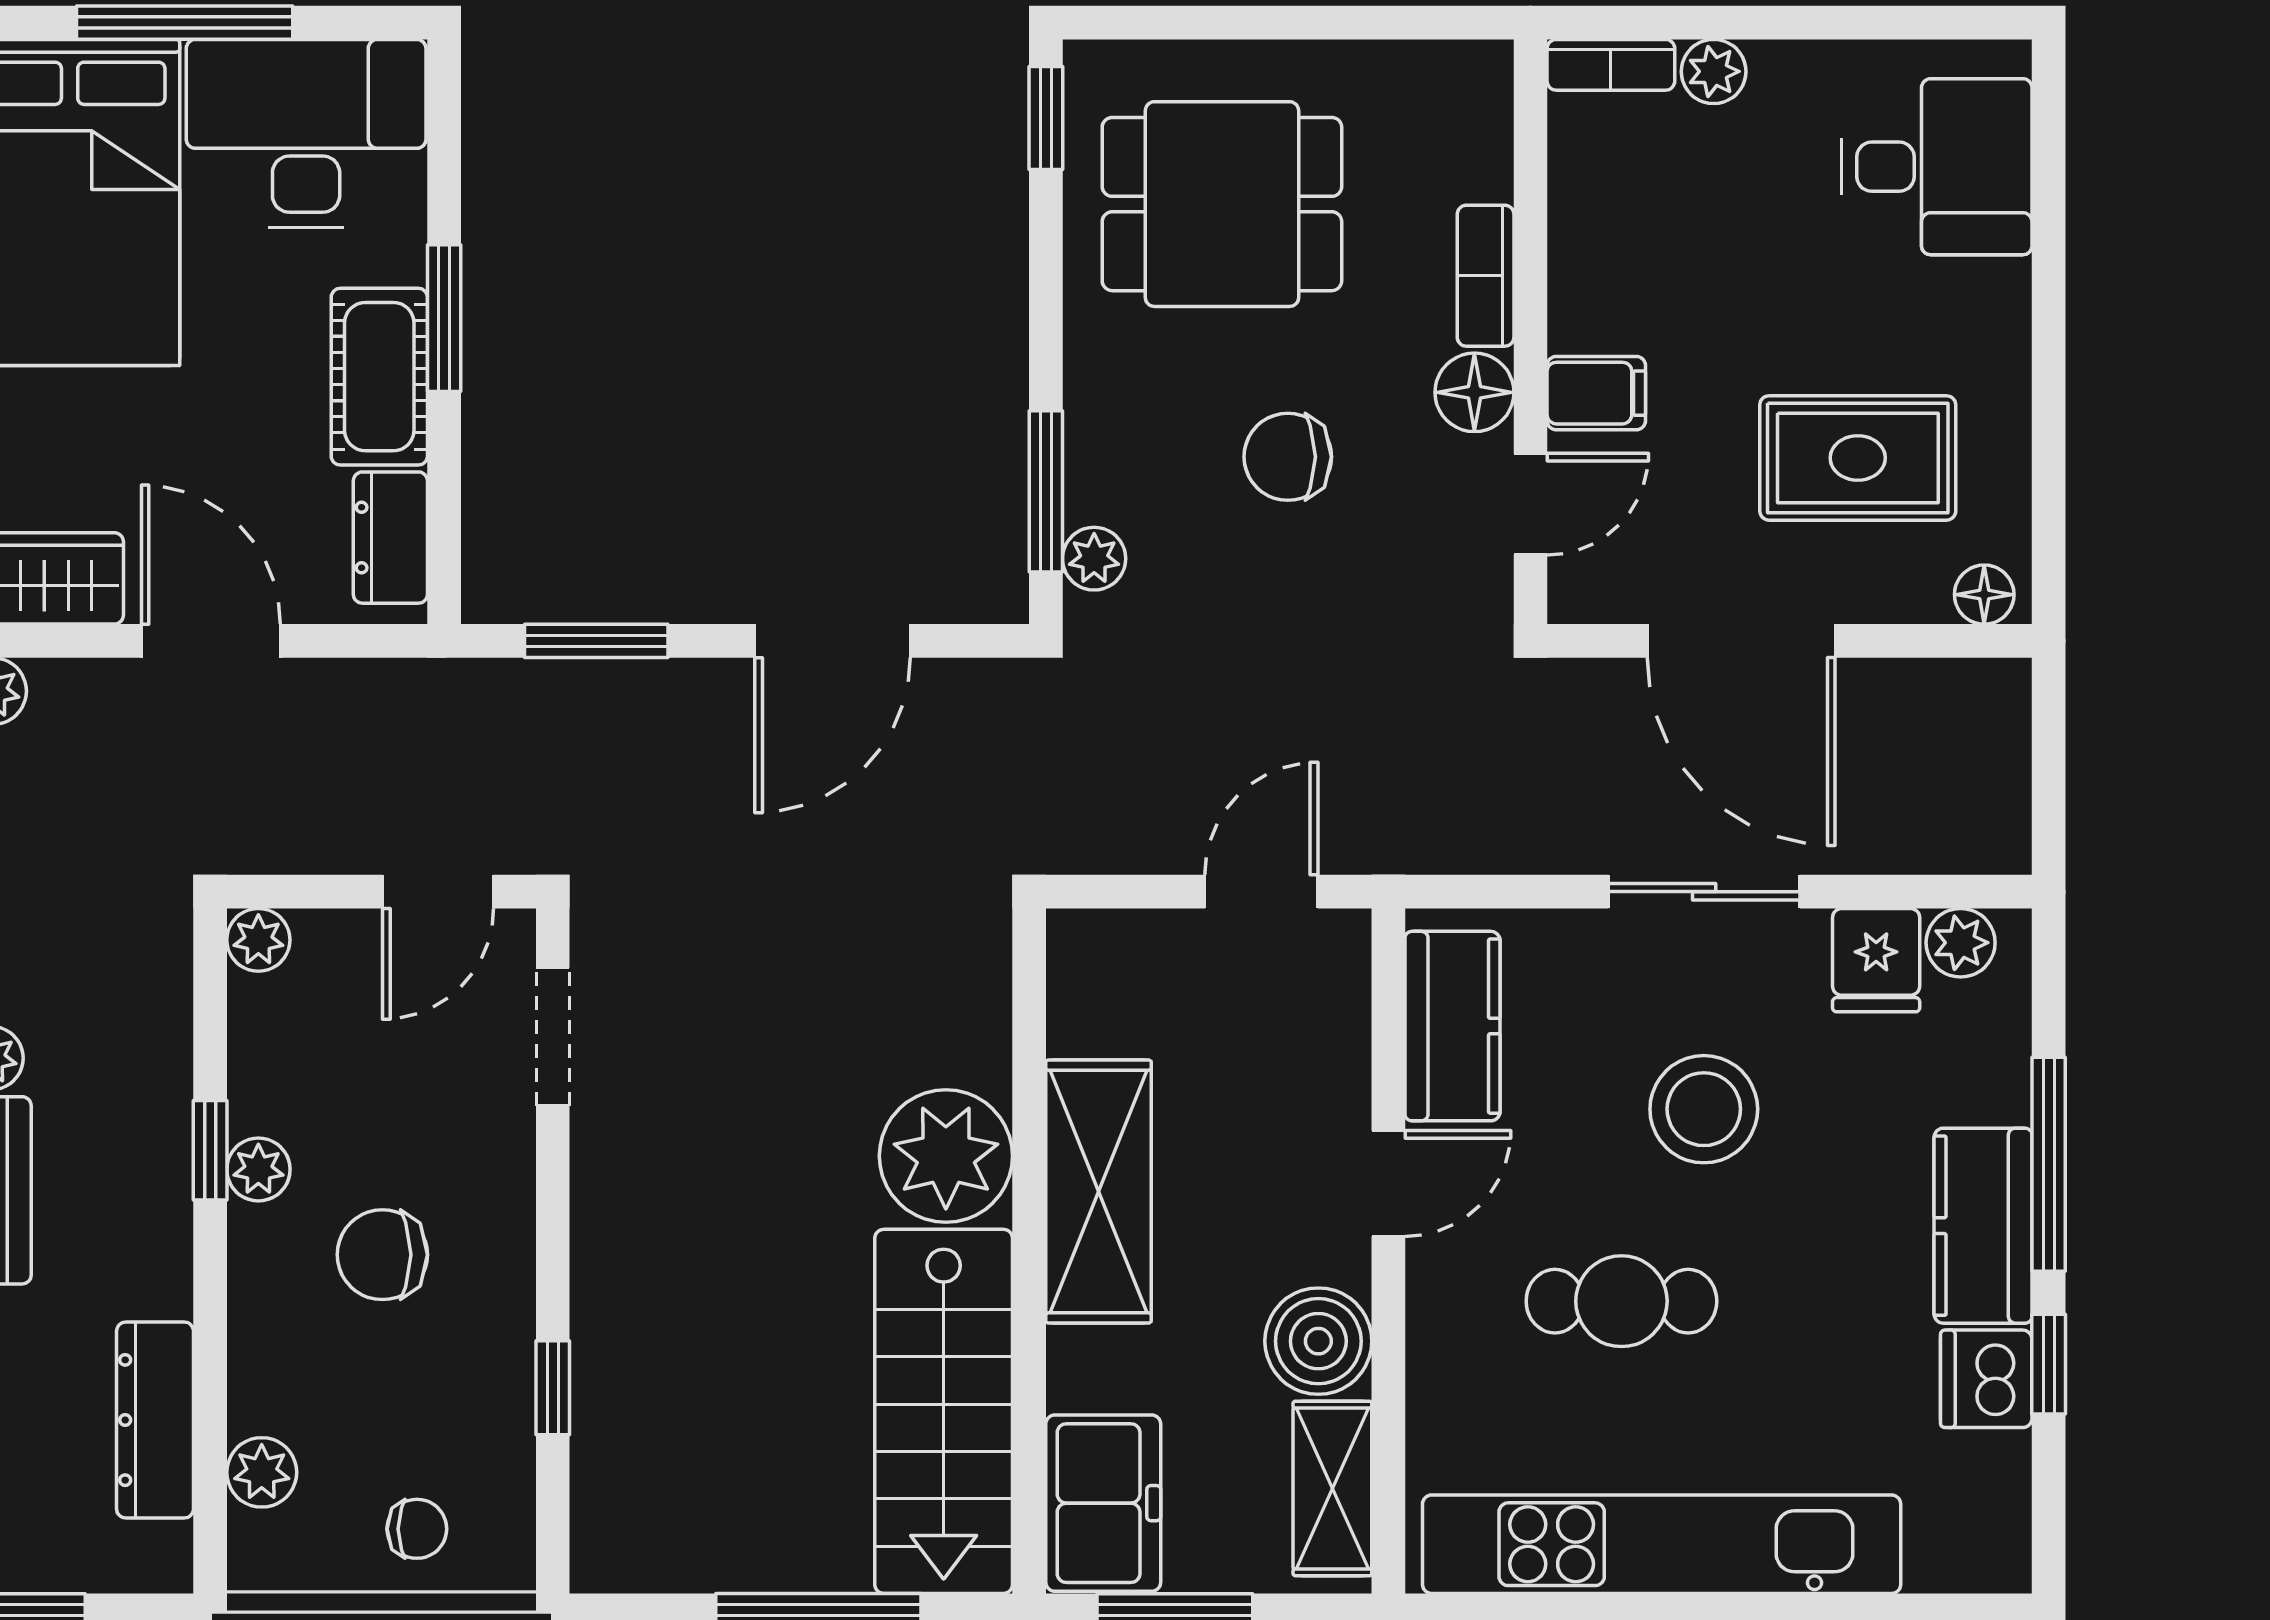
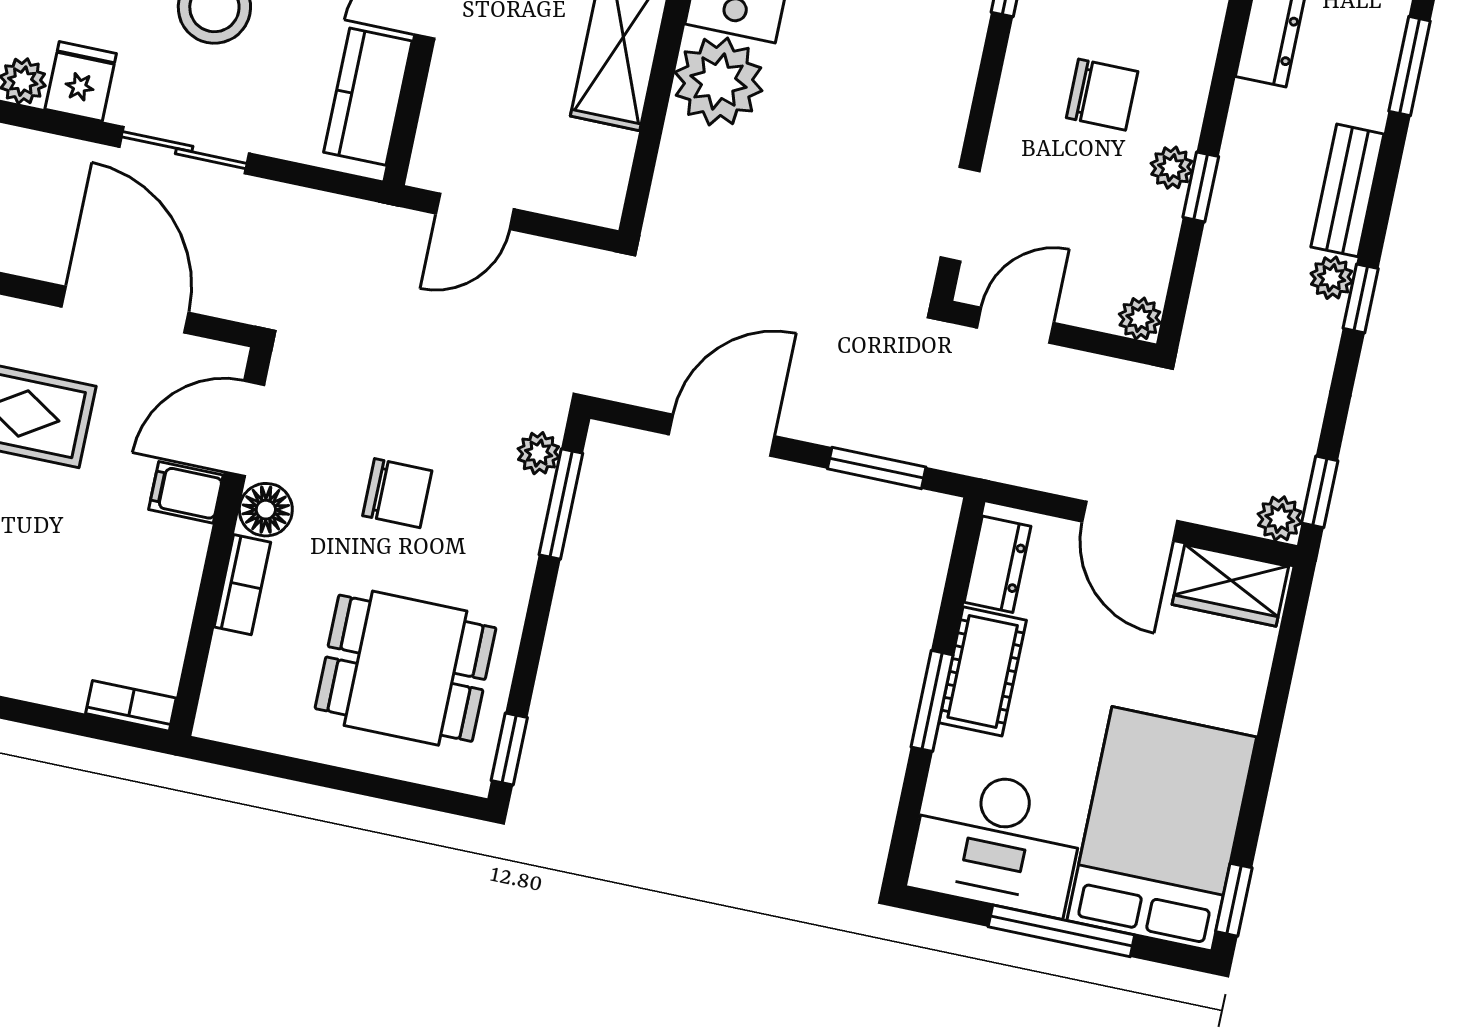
plant: (1714, 71) -> (64, 687), removed
door: (1530, 504) -> (244, 429), width x1.38

